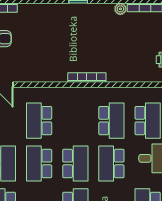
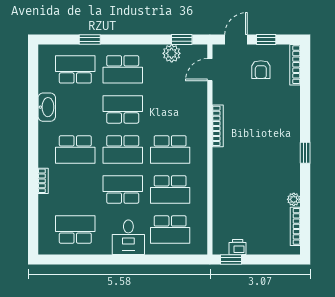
bookcase: (87, 78) -> (218, 126), moved
school desk: (39, 121) -> (170, 149), moved, turned 180

